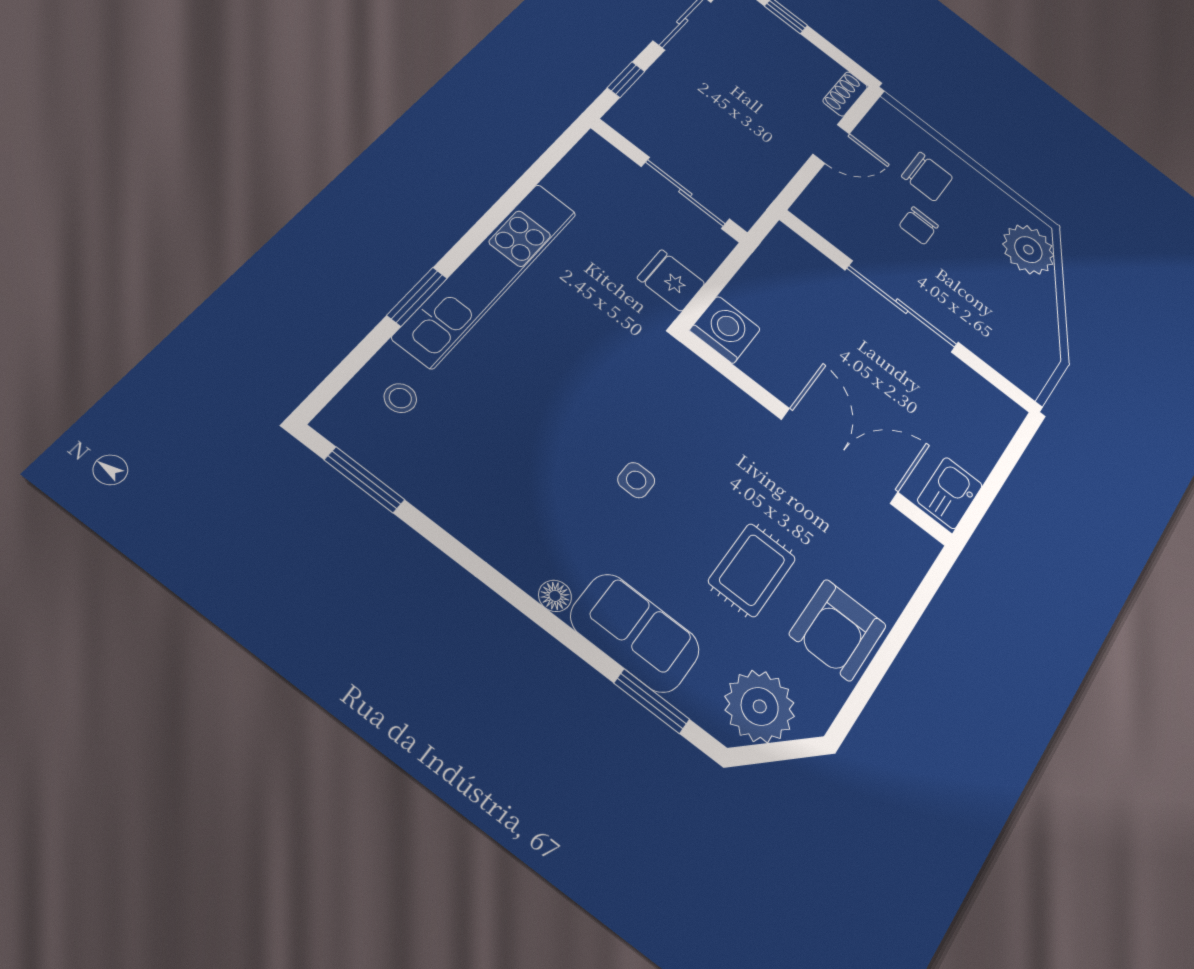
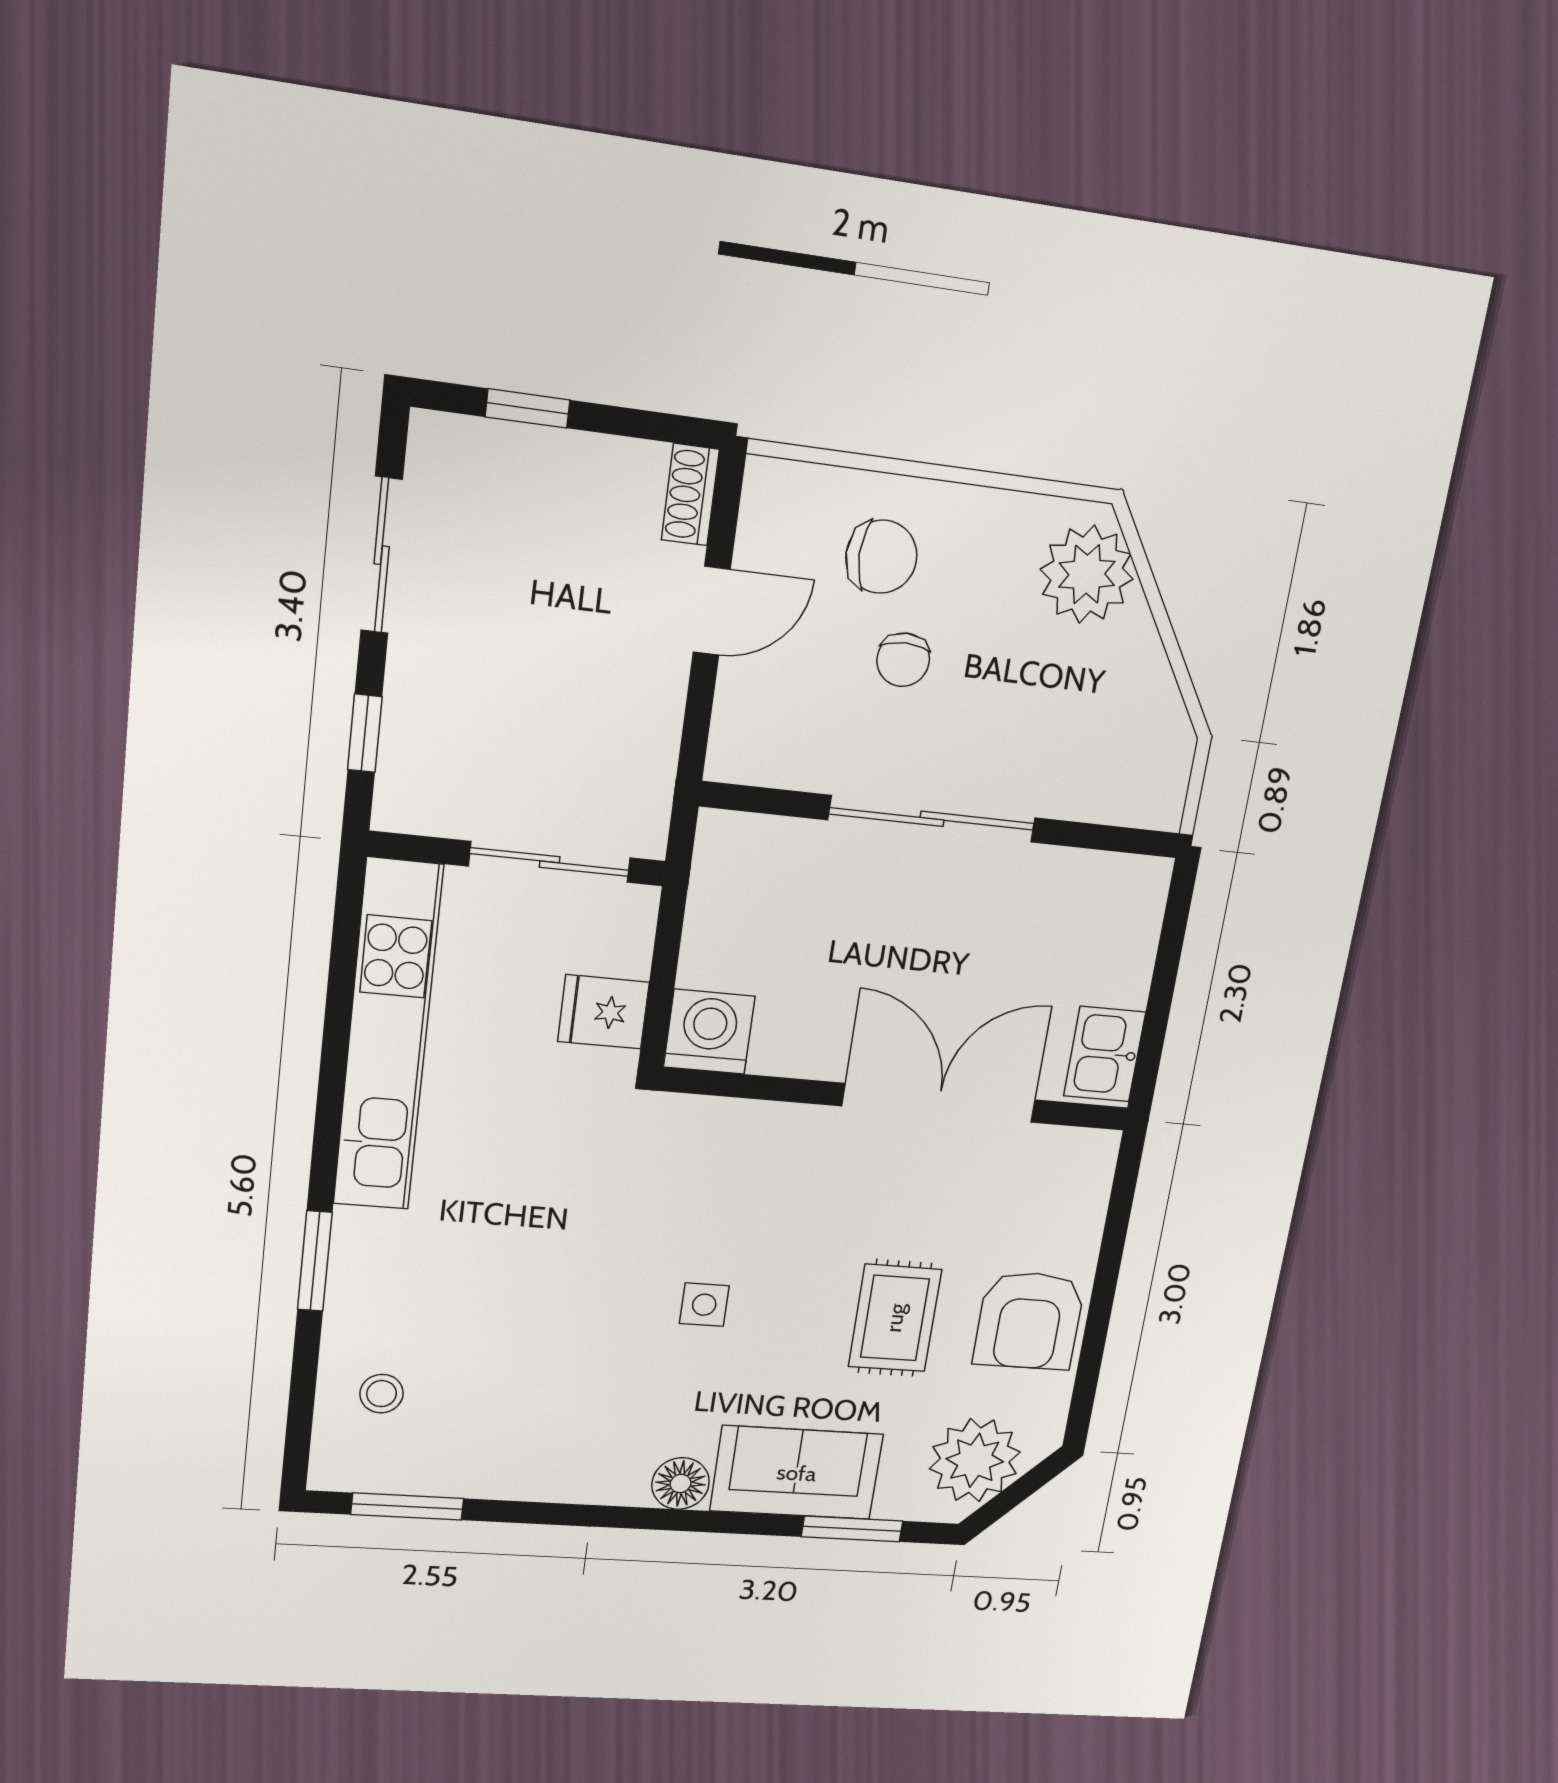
kitchen unit: (487, 274) -> (388, 1037), moved
floor lamp: (555, 596) -> (681, 1484), width x1.37, depth x1.37

